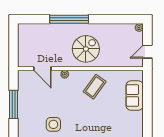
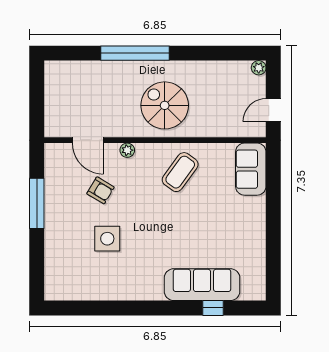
spiral stairs: (86, 49) -> (165, 105), turned -90
sofa: (135, 96) -> (251, 169), moved
armchair: (50, 97) -> (100, 190), added

